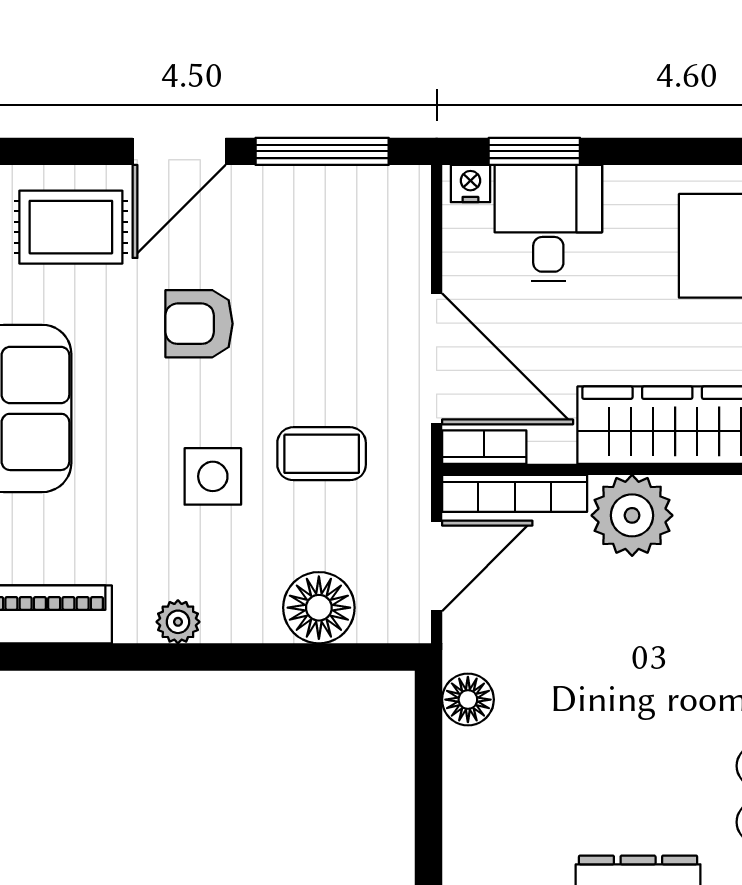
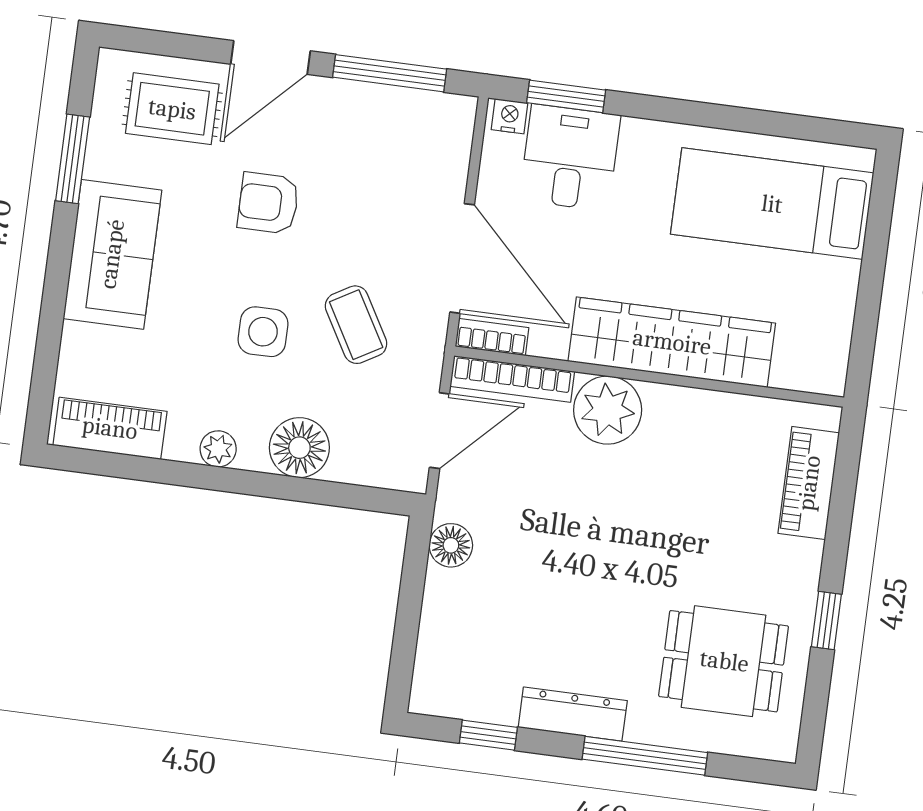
coffee table: (322, 454) -> (356, 325), turned 60
floor lamp: (319, 608) -> (299, 448), moved

